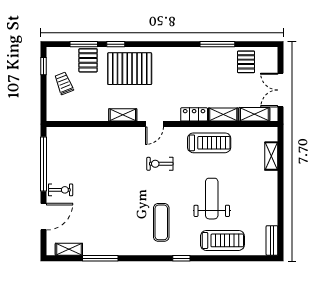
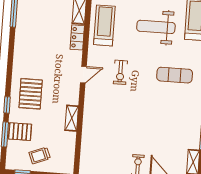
pallet: (130, 69) -> (31, 94), width x0.73, depth x0.71
shelving: (123, 115) -> (72, 118), moved
door: (154, 124) -> (83, 75), hinge flipped

